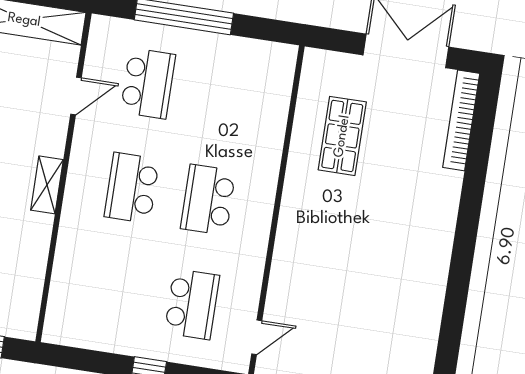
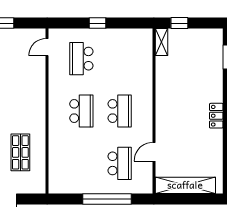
school desk: (148, 83) -> (120, 163), turned 180
shelving: (47, 185) -> (161, 42), moved

